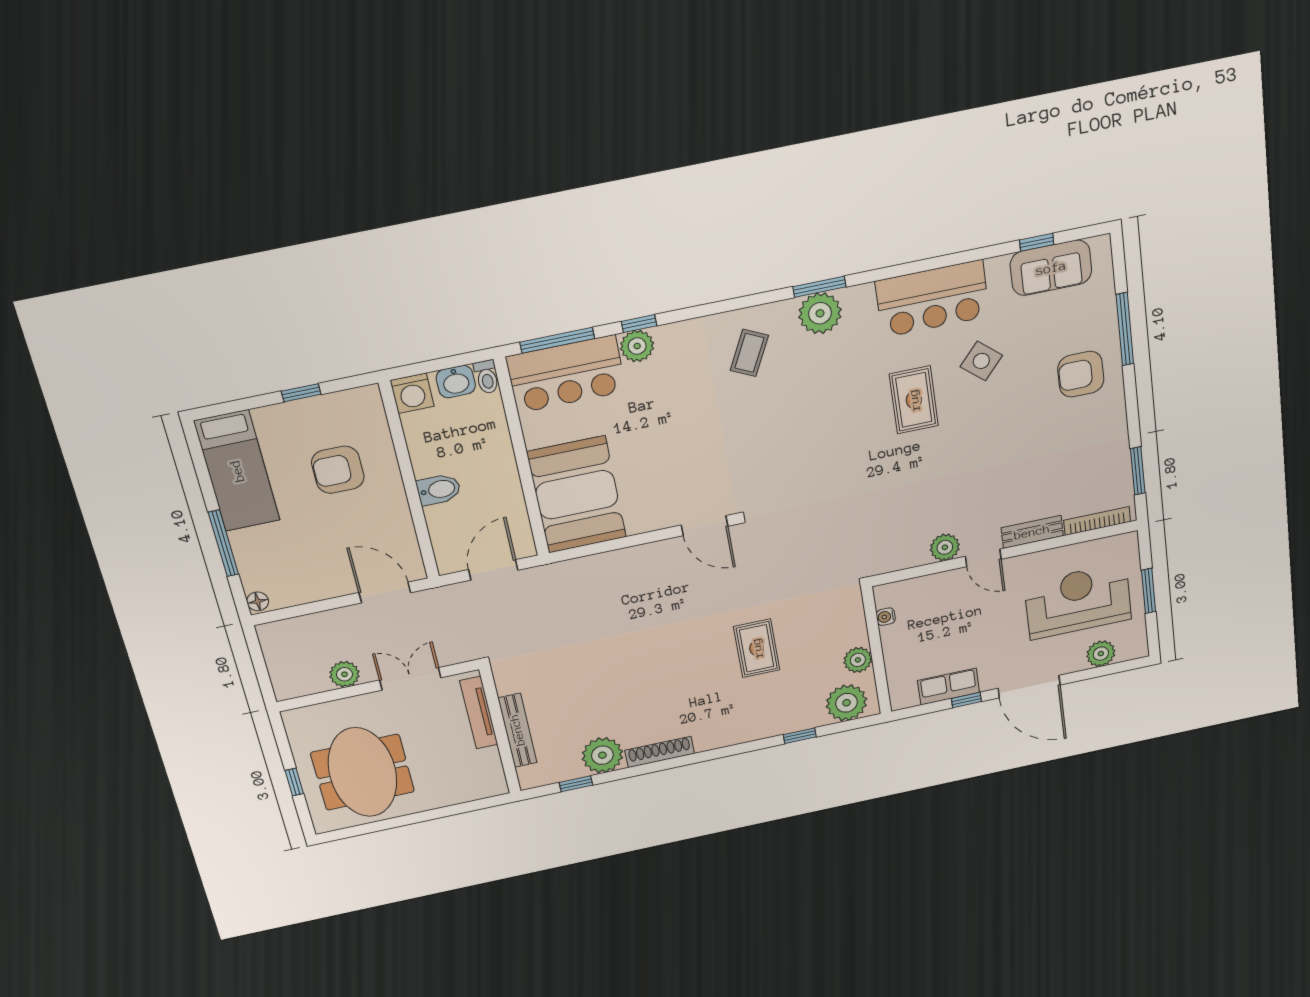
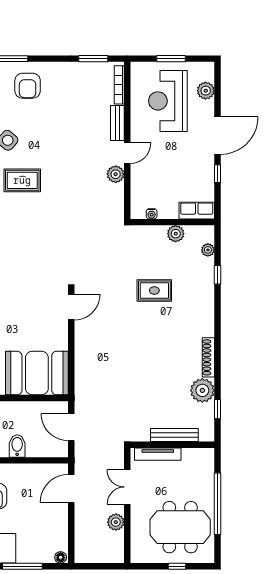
row of seats: (948, 687) -> (197, 211), moved, turned 90
plant: (847, 703) -> (208, 250), width x0.53, depth x0.53
window: (417, 818) -> (218, 504), added

